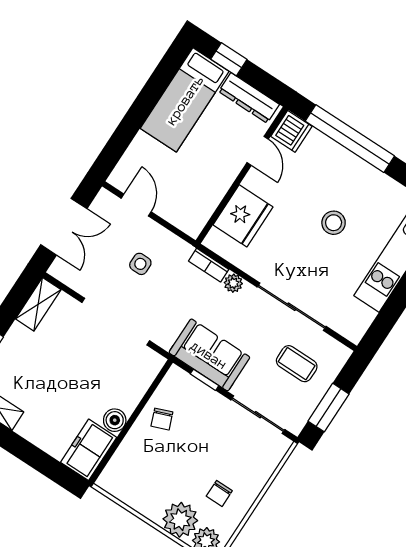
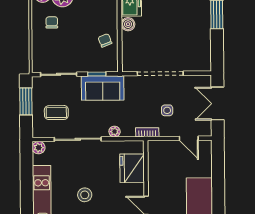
bookcase: (209, 265) -> (147, 132), moved
shelving: (38, 304) -> (204, 56), removed
plant: (354, 331) -> (39, 148), added

